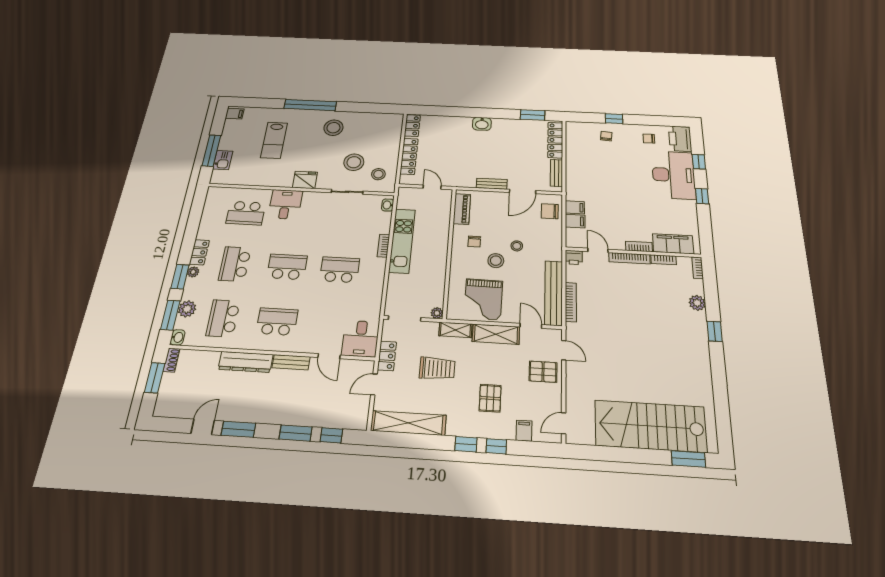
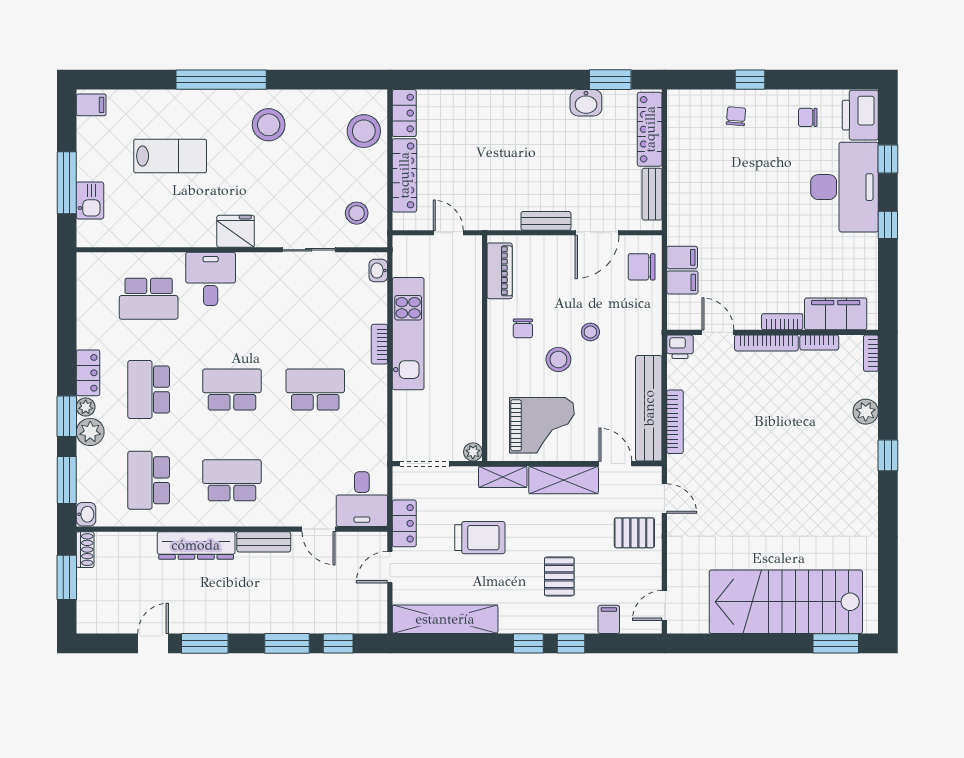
washbasin: (482, 124) -> (586, 103), moved
lab bench: (274, 140) -> (170, 156), turned -90
stool: (354, 162) -> (364, 131), moved
grand piano: (483, 299) -> (542, 425), turned -91
plant: (187, 309) -> (90, 432), moved

